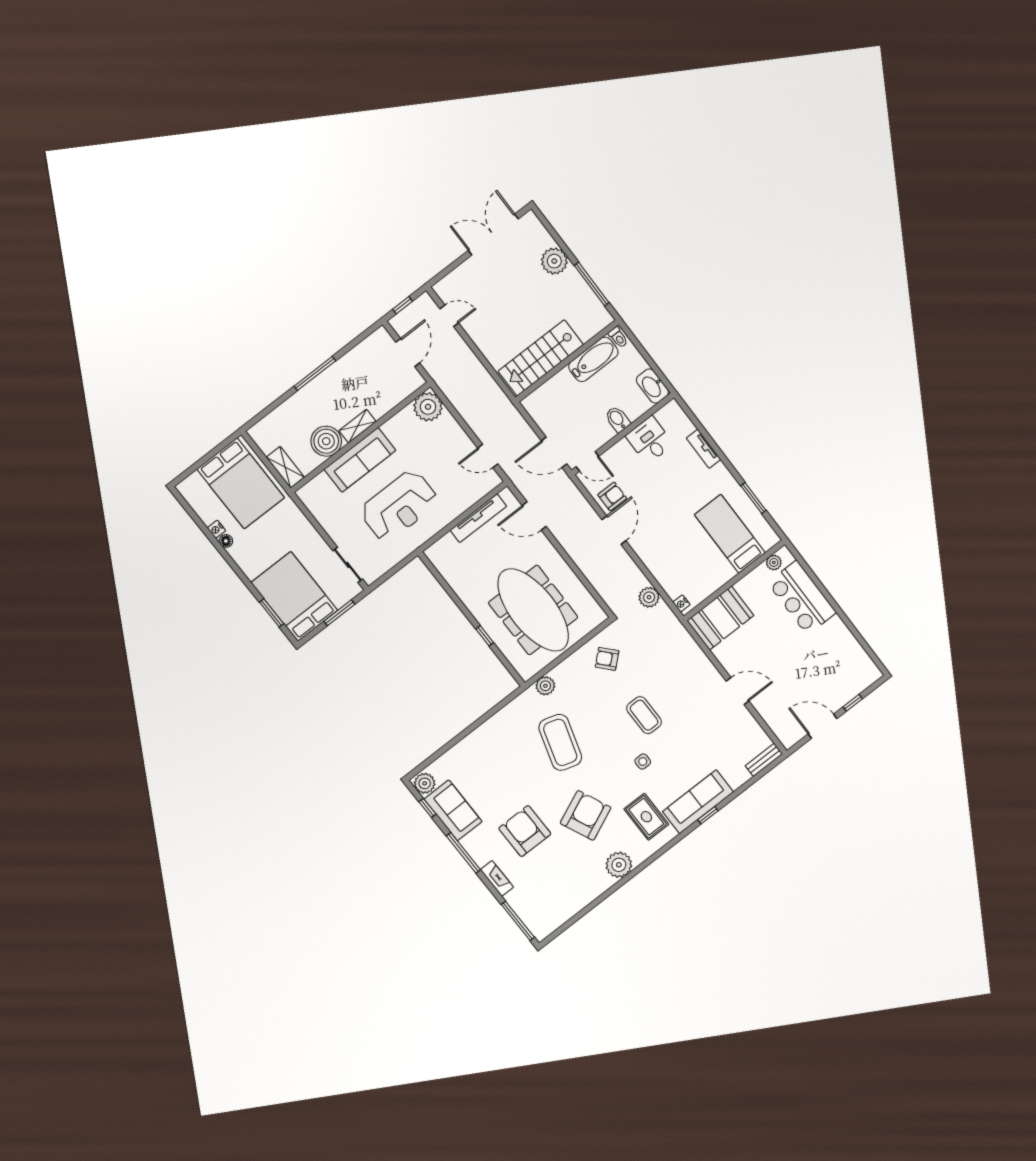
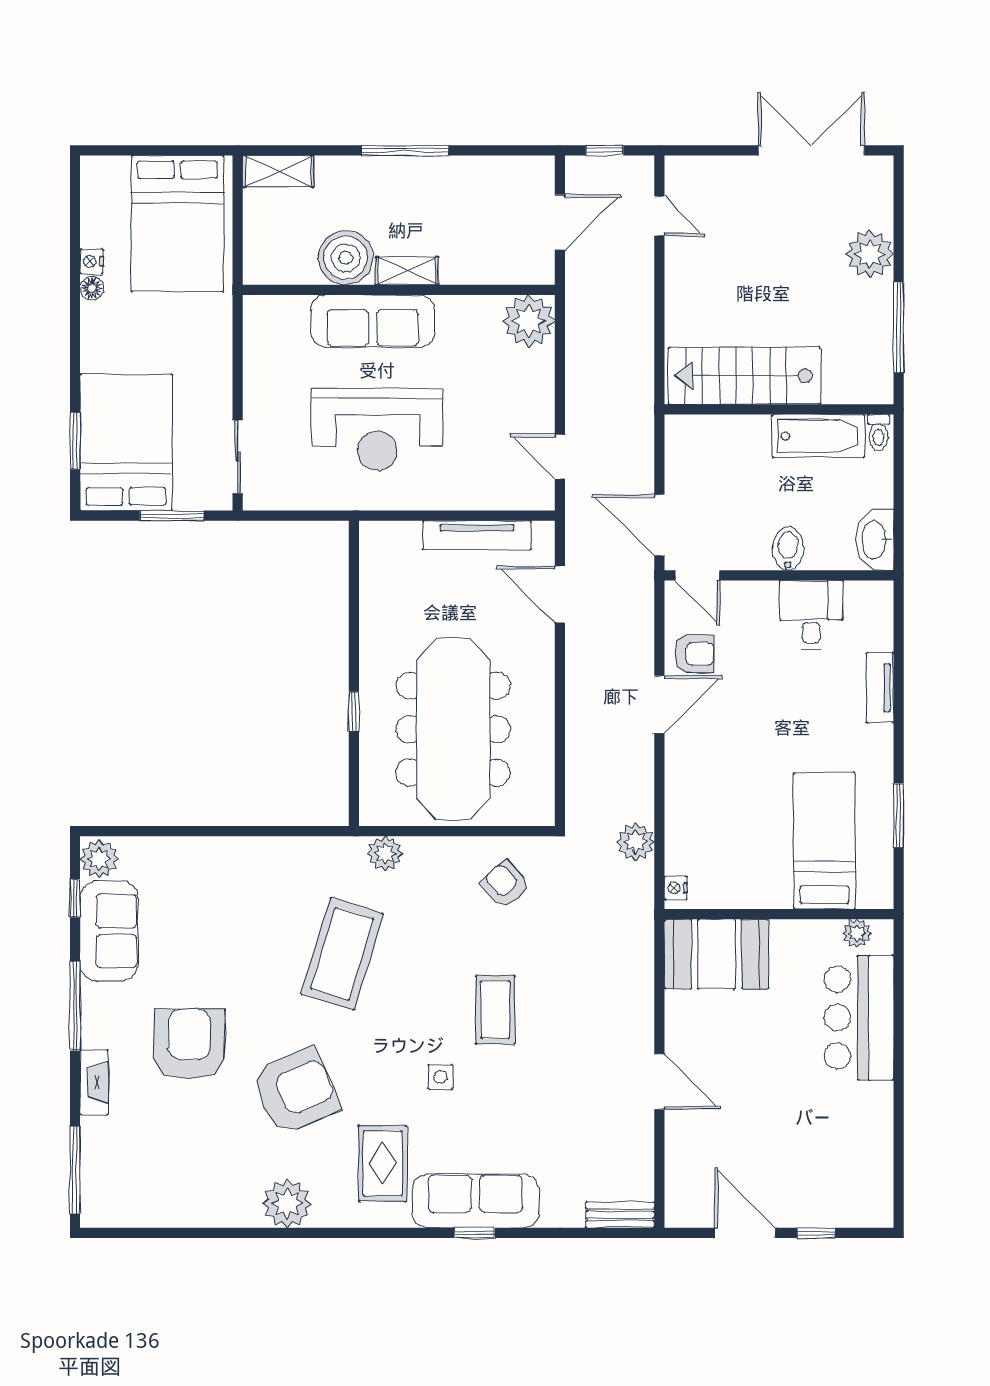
shelving: (285, 467) -> (278, 171), moved, turned 90

